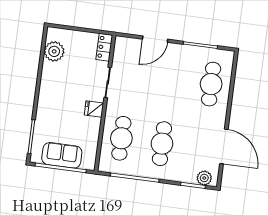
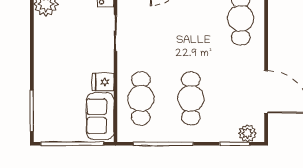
fridge: (94, 109) -> (103, 82), moved
sofa: (62, 155) -> (100, 116), moved, turned -90

